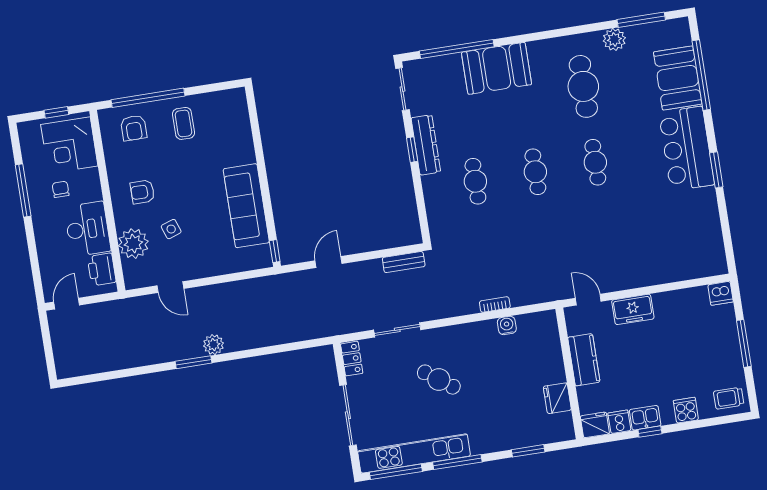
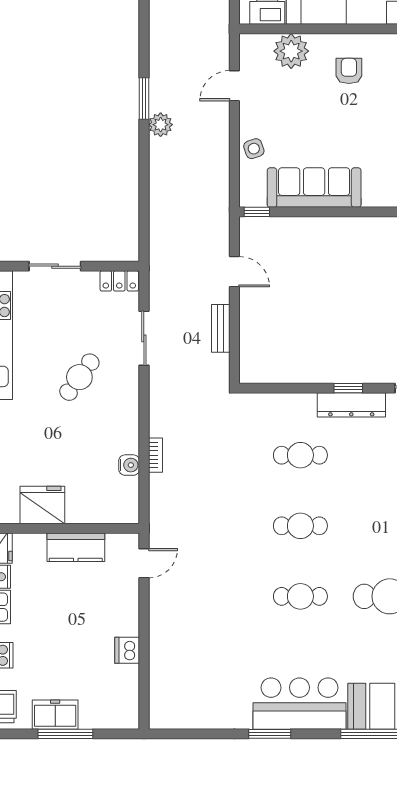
side table: (171, 229) -> (254, 149), moved
bench: (404, 262) -> (221, 328), moved
dishwasher: (721, 293) -> (127, 650), moved
freezer: (633, 309) -> (55, 715), moved, turned 90
fridge: (557, 398) -> (42, 505), width x1.36, depth x1.34
sliding door: (348, 415) -> (55, 266), width x0.73

